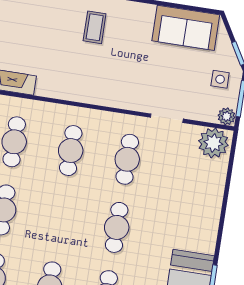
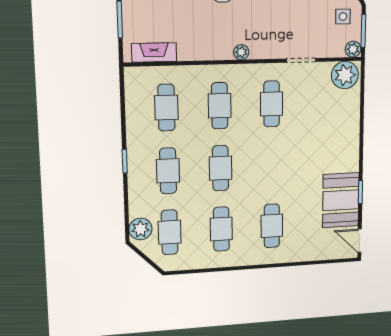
plant: (103, 98) -> (241, 52), added
cafe table: (117, 227) -> (220, 168), moved

